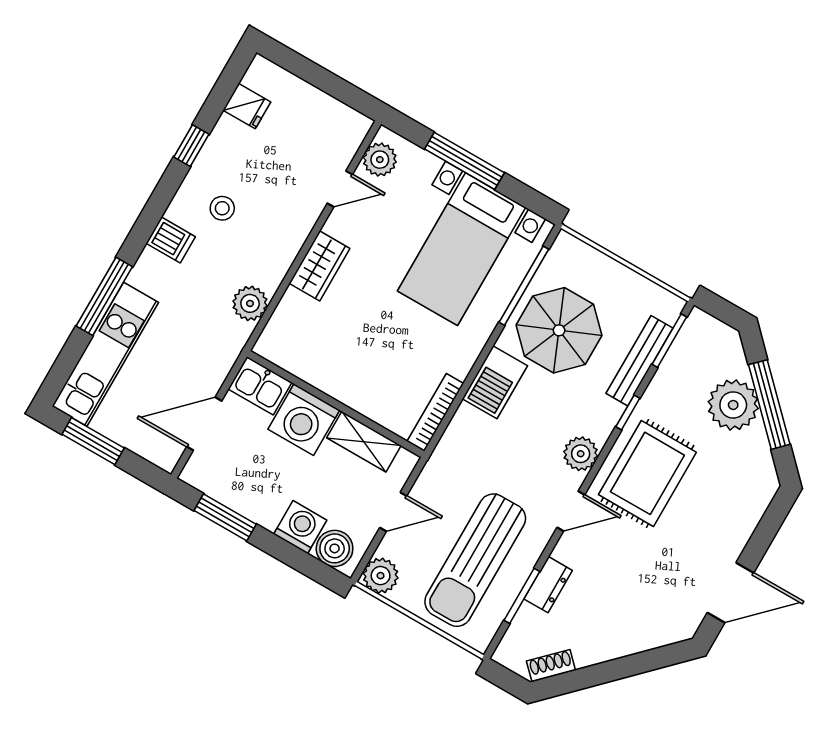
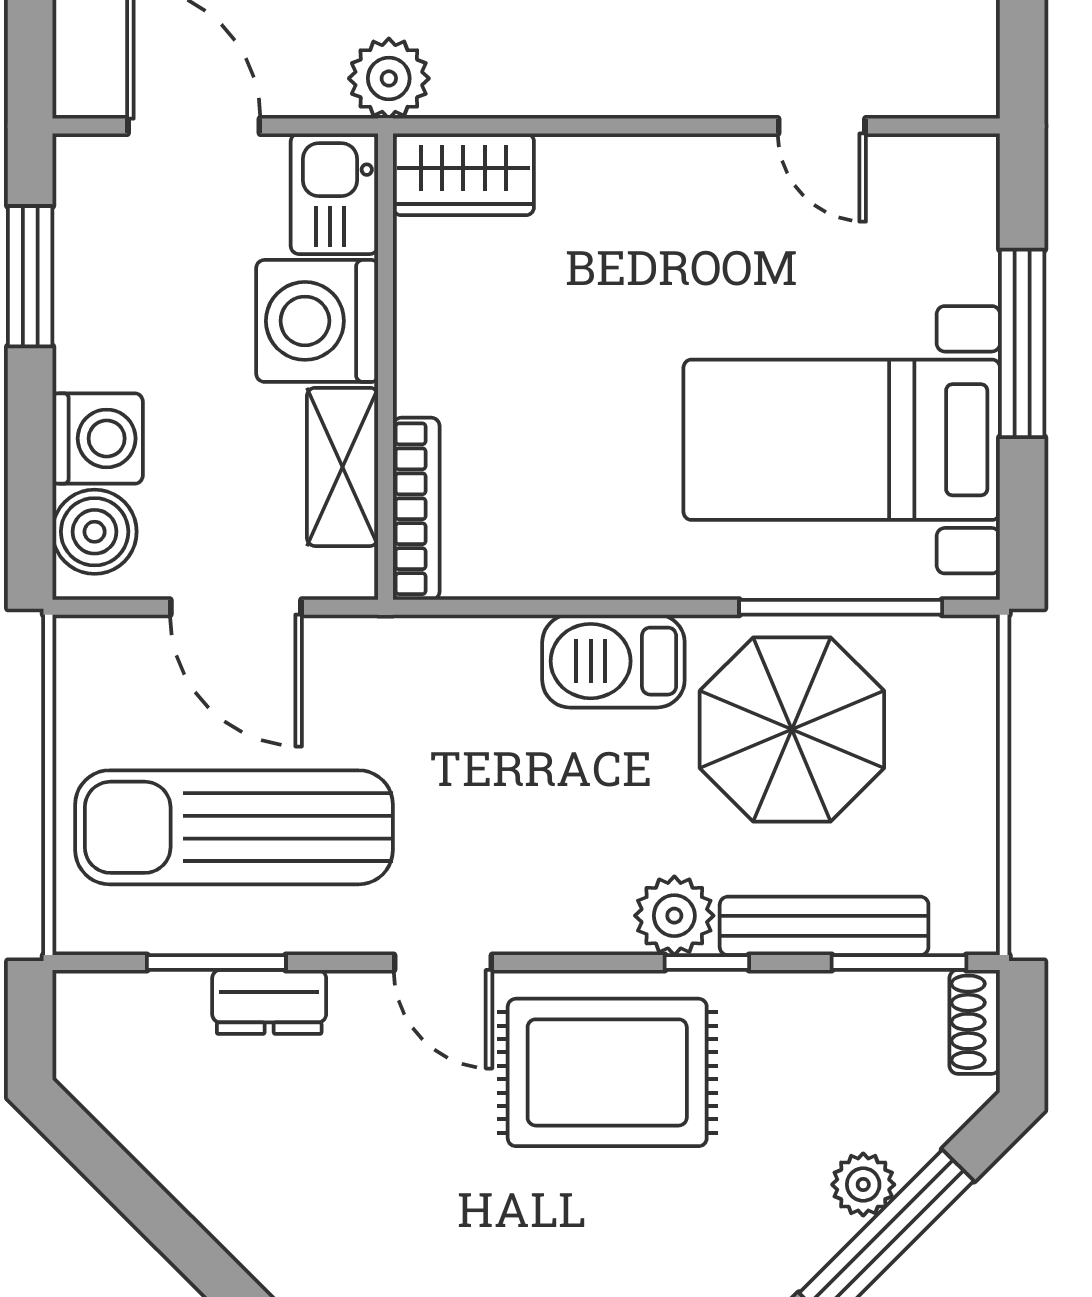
plant: (380, 160) -> (927, 172), removed
wardrobe: (319, 266) -> (463, 174), moved
plant: (250, 303) -> (389, 78), moved
plant: (733, 405) -> (863, 1185), width x0.53, depth x0.53
bookcase: (435, 412) -> (416, 509), moved, turned 90
plant: (581, 454) -> (674, 916), moved
door: (393, 512) -> (236, 607), width x1.38
plant: (381, 576) -> (93, 655), removed
shoe rack: (551, 666) -> (975, 1022), moved, turned -135

